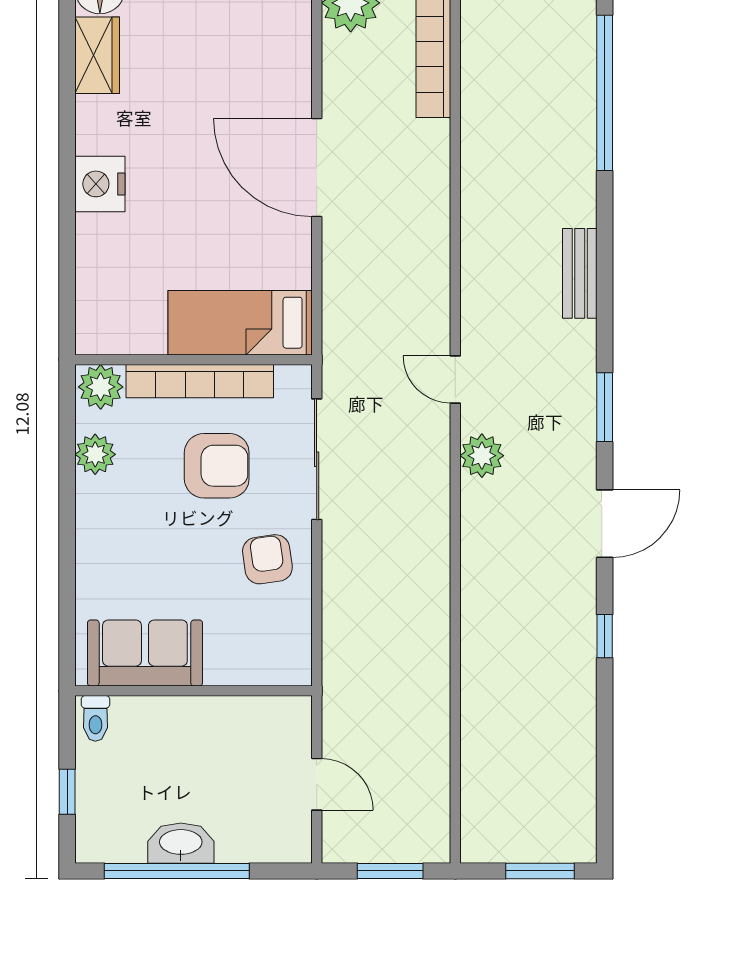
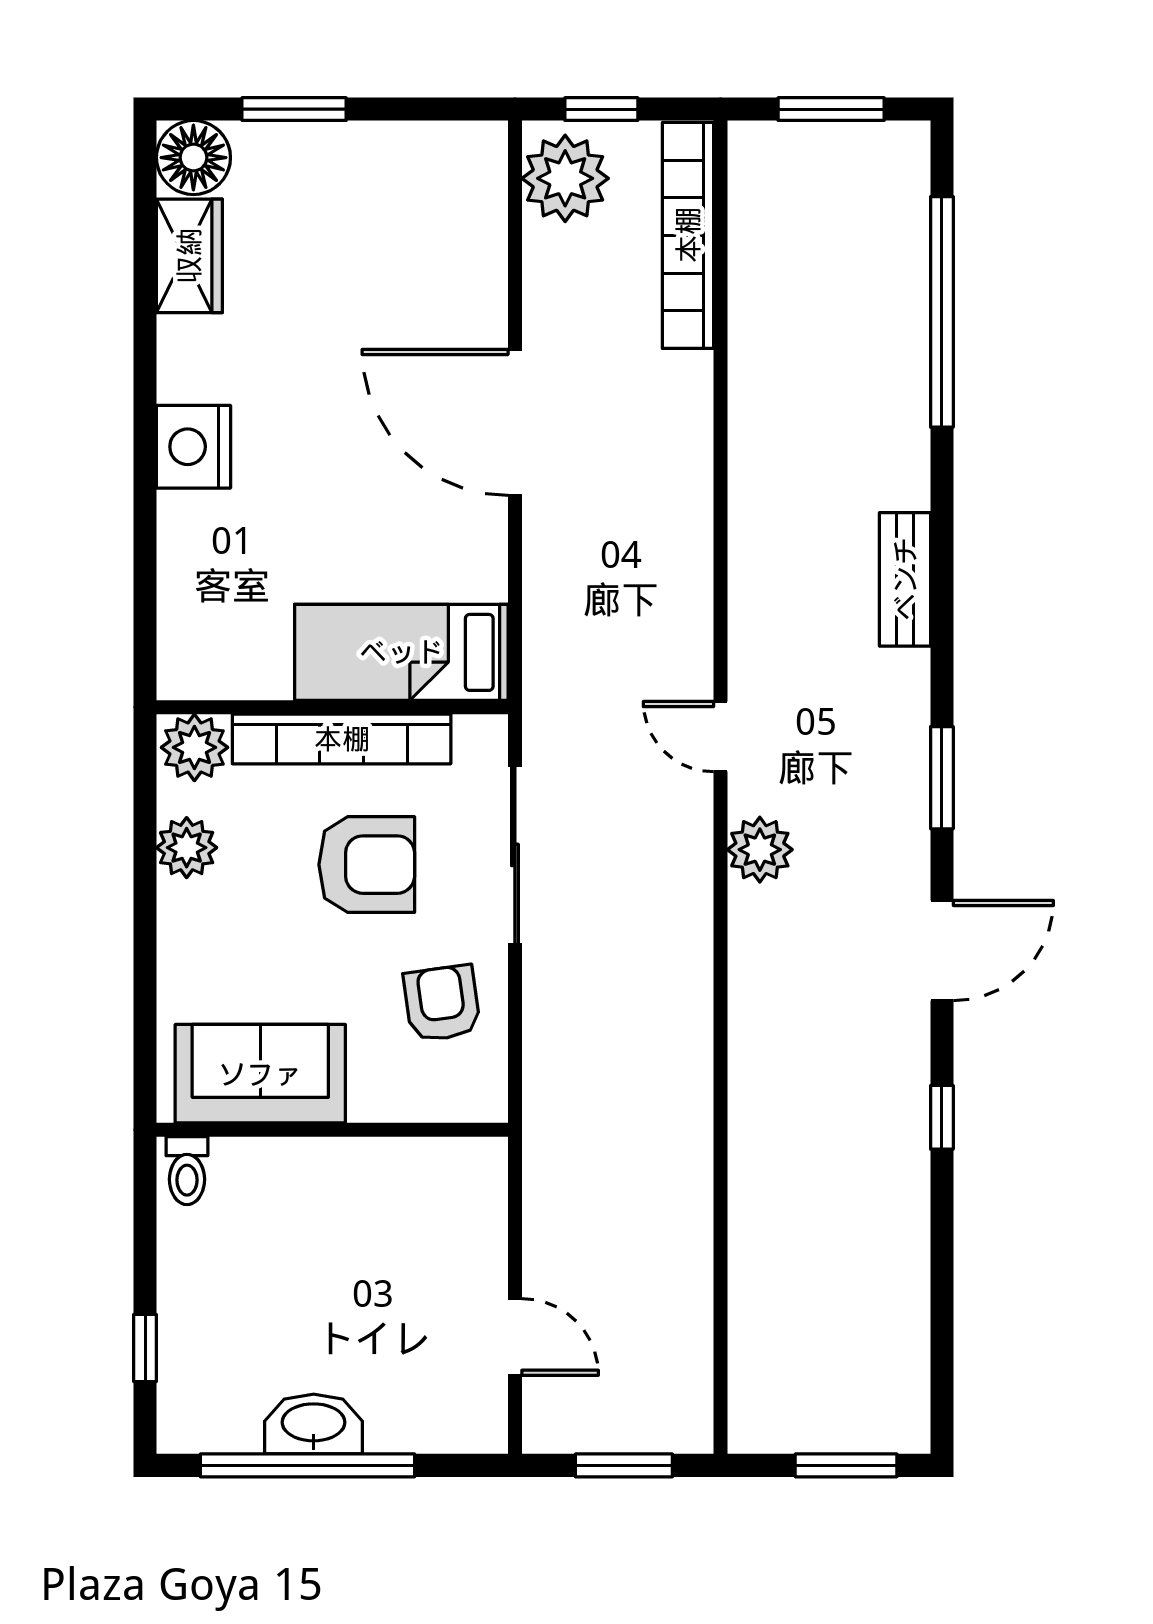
sofa: (145, 653) -> (260, 1074), moved
wall: (193, 691) -> (332, 1130), moved
toilet: (95, 718) -> (187, 1171), moved

